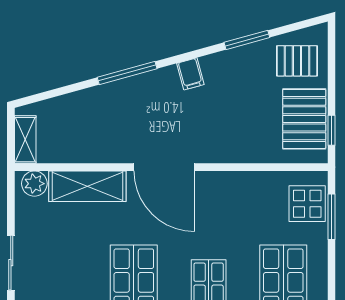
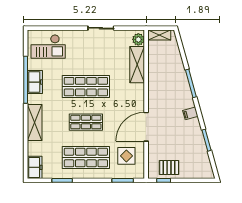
pallet: (297, 61) -> (197, 164), removed
pallet: (304, 119) -> (169, 167), width x0.67, depth x0.71
door: (164, 167) -> (146, 127), moved
display table: (307, 204) -> (126, 156), moved

